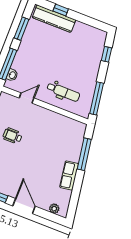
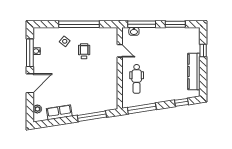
kitchen counter: (54, 19) -> (194, 71), moved
row of seats: (69, 175) -> (59, 112), moved

